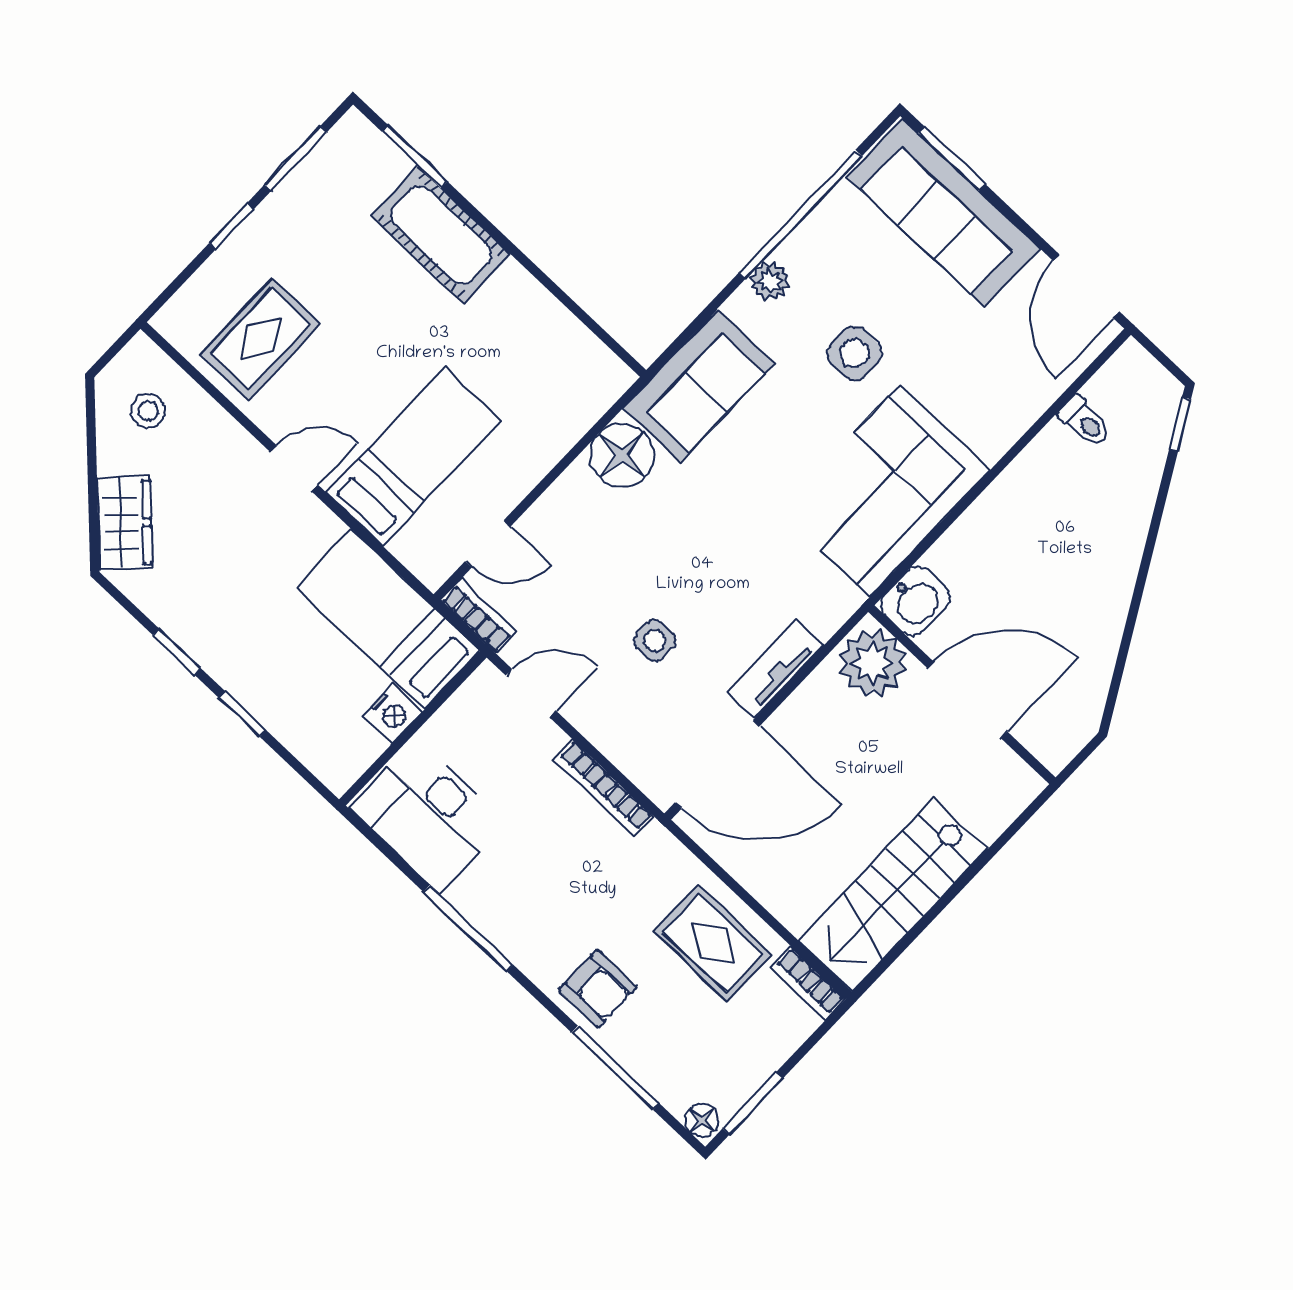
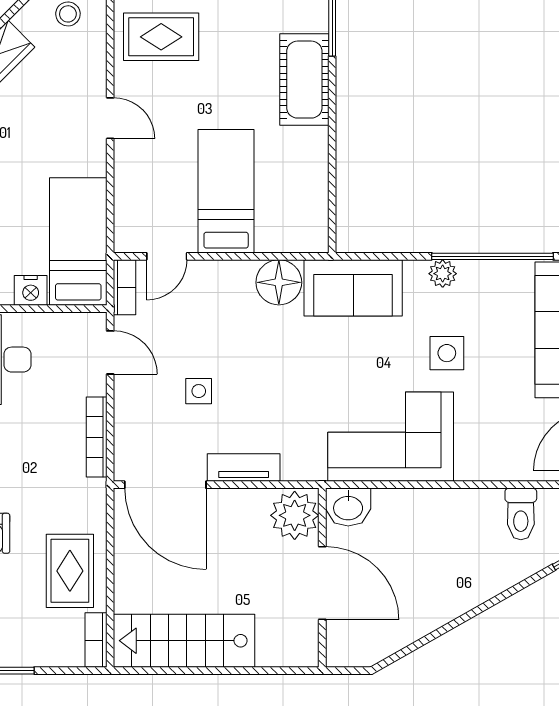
toilet: (1085, 422) -> (521, 514), width x1.37, depth x1.39
bed: (414, 457) -> (226, 191), moved, turned -90
door: (488, 544) -> (167, 256), hinge flipped

